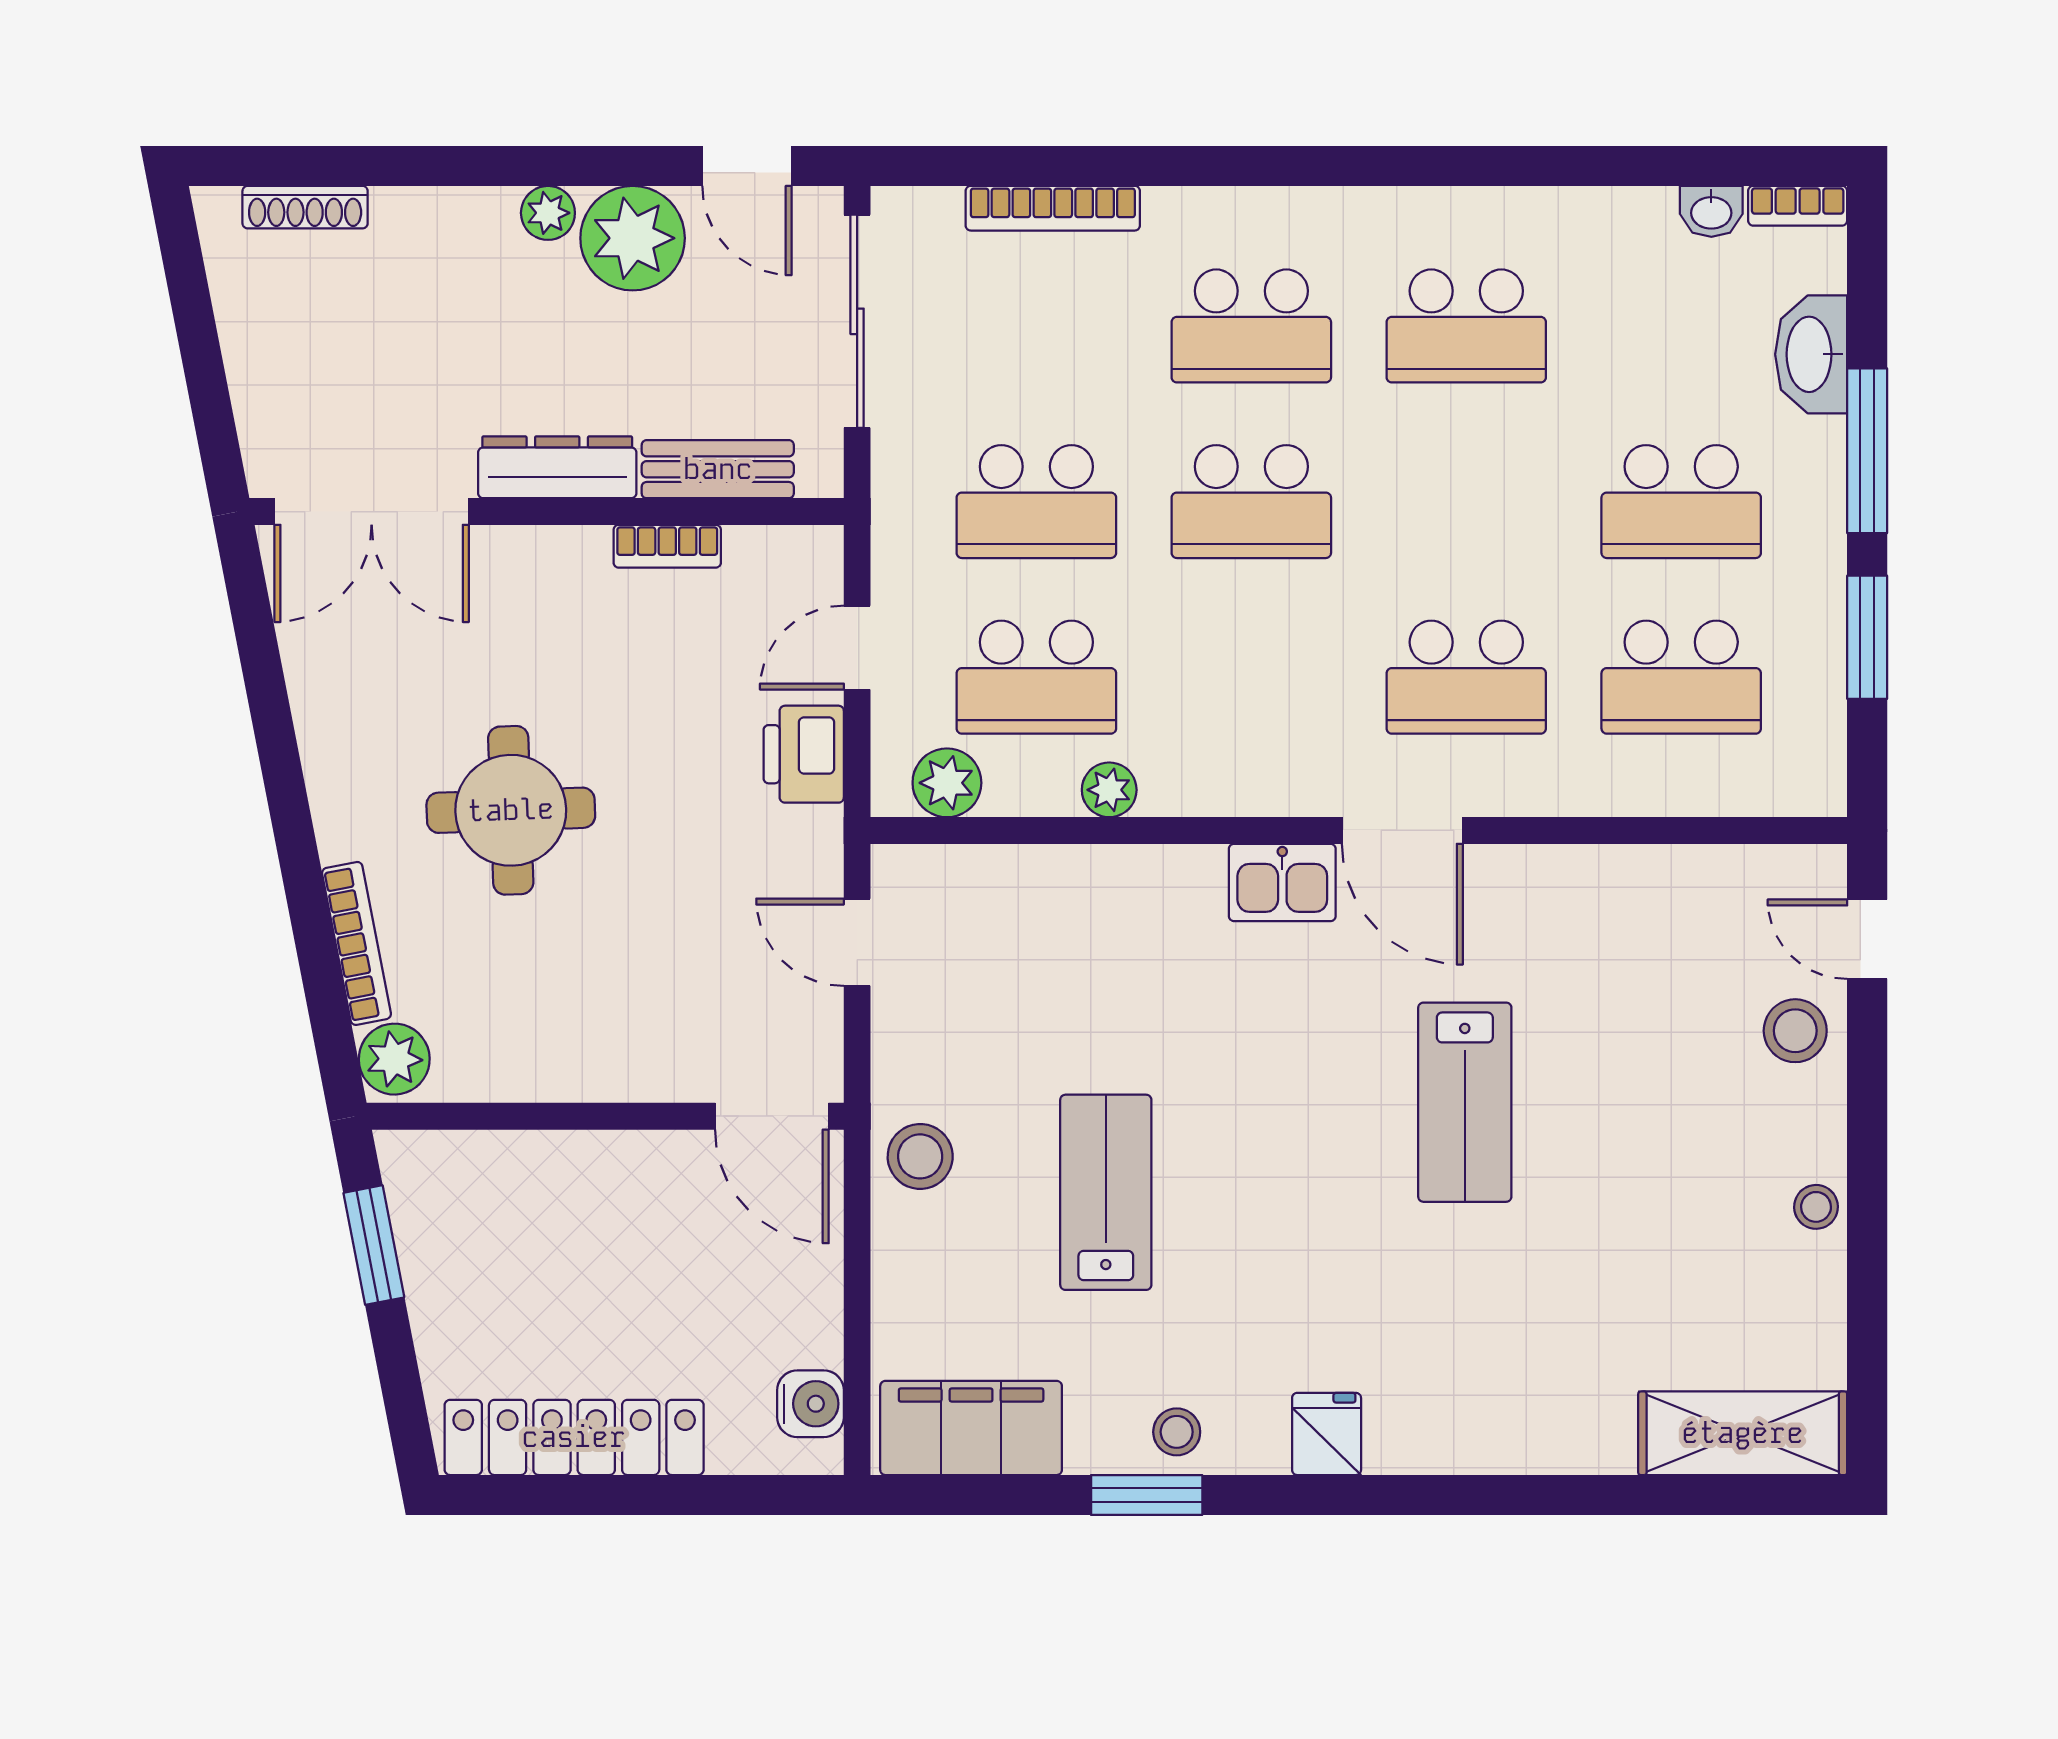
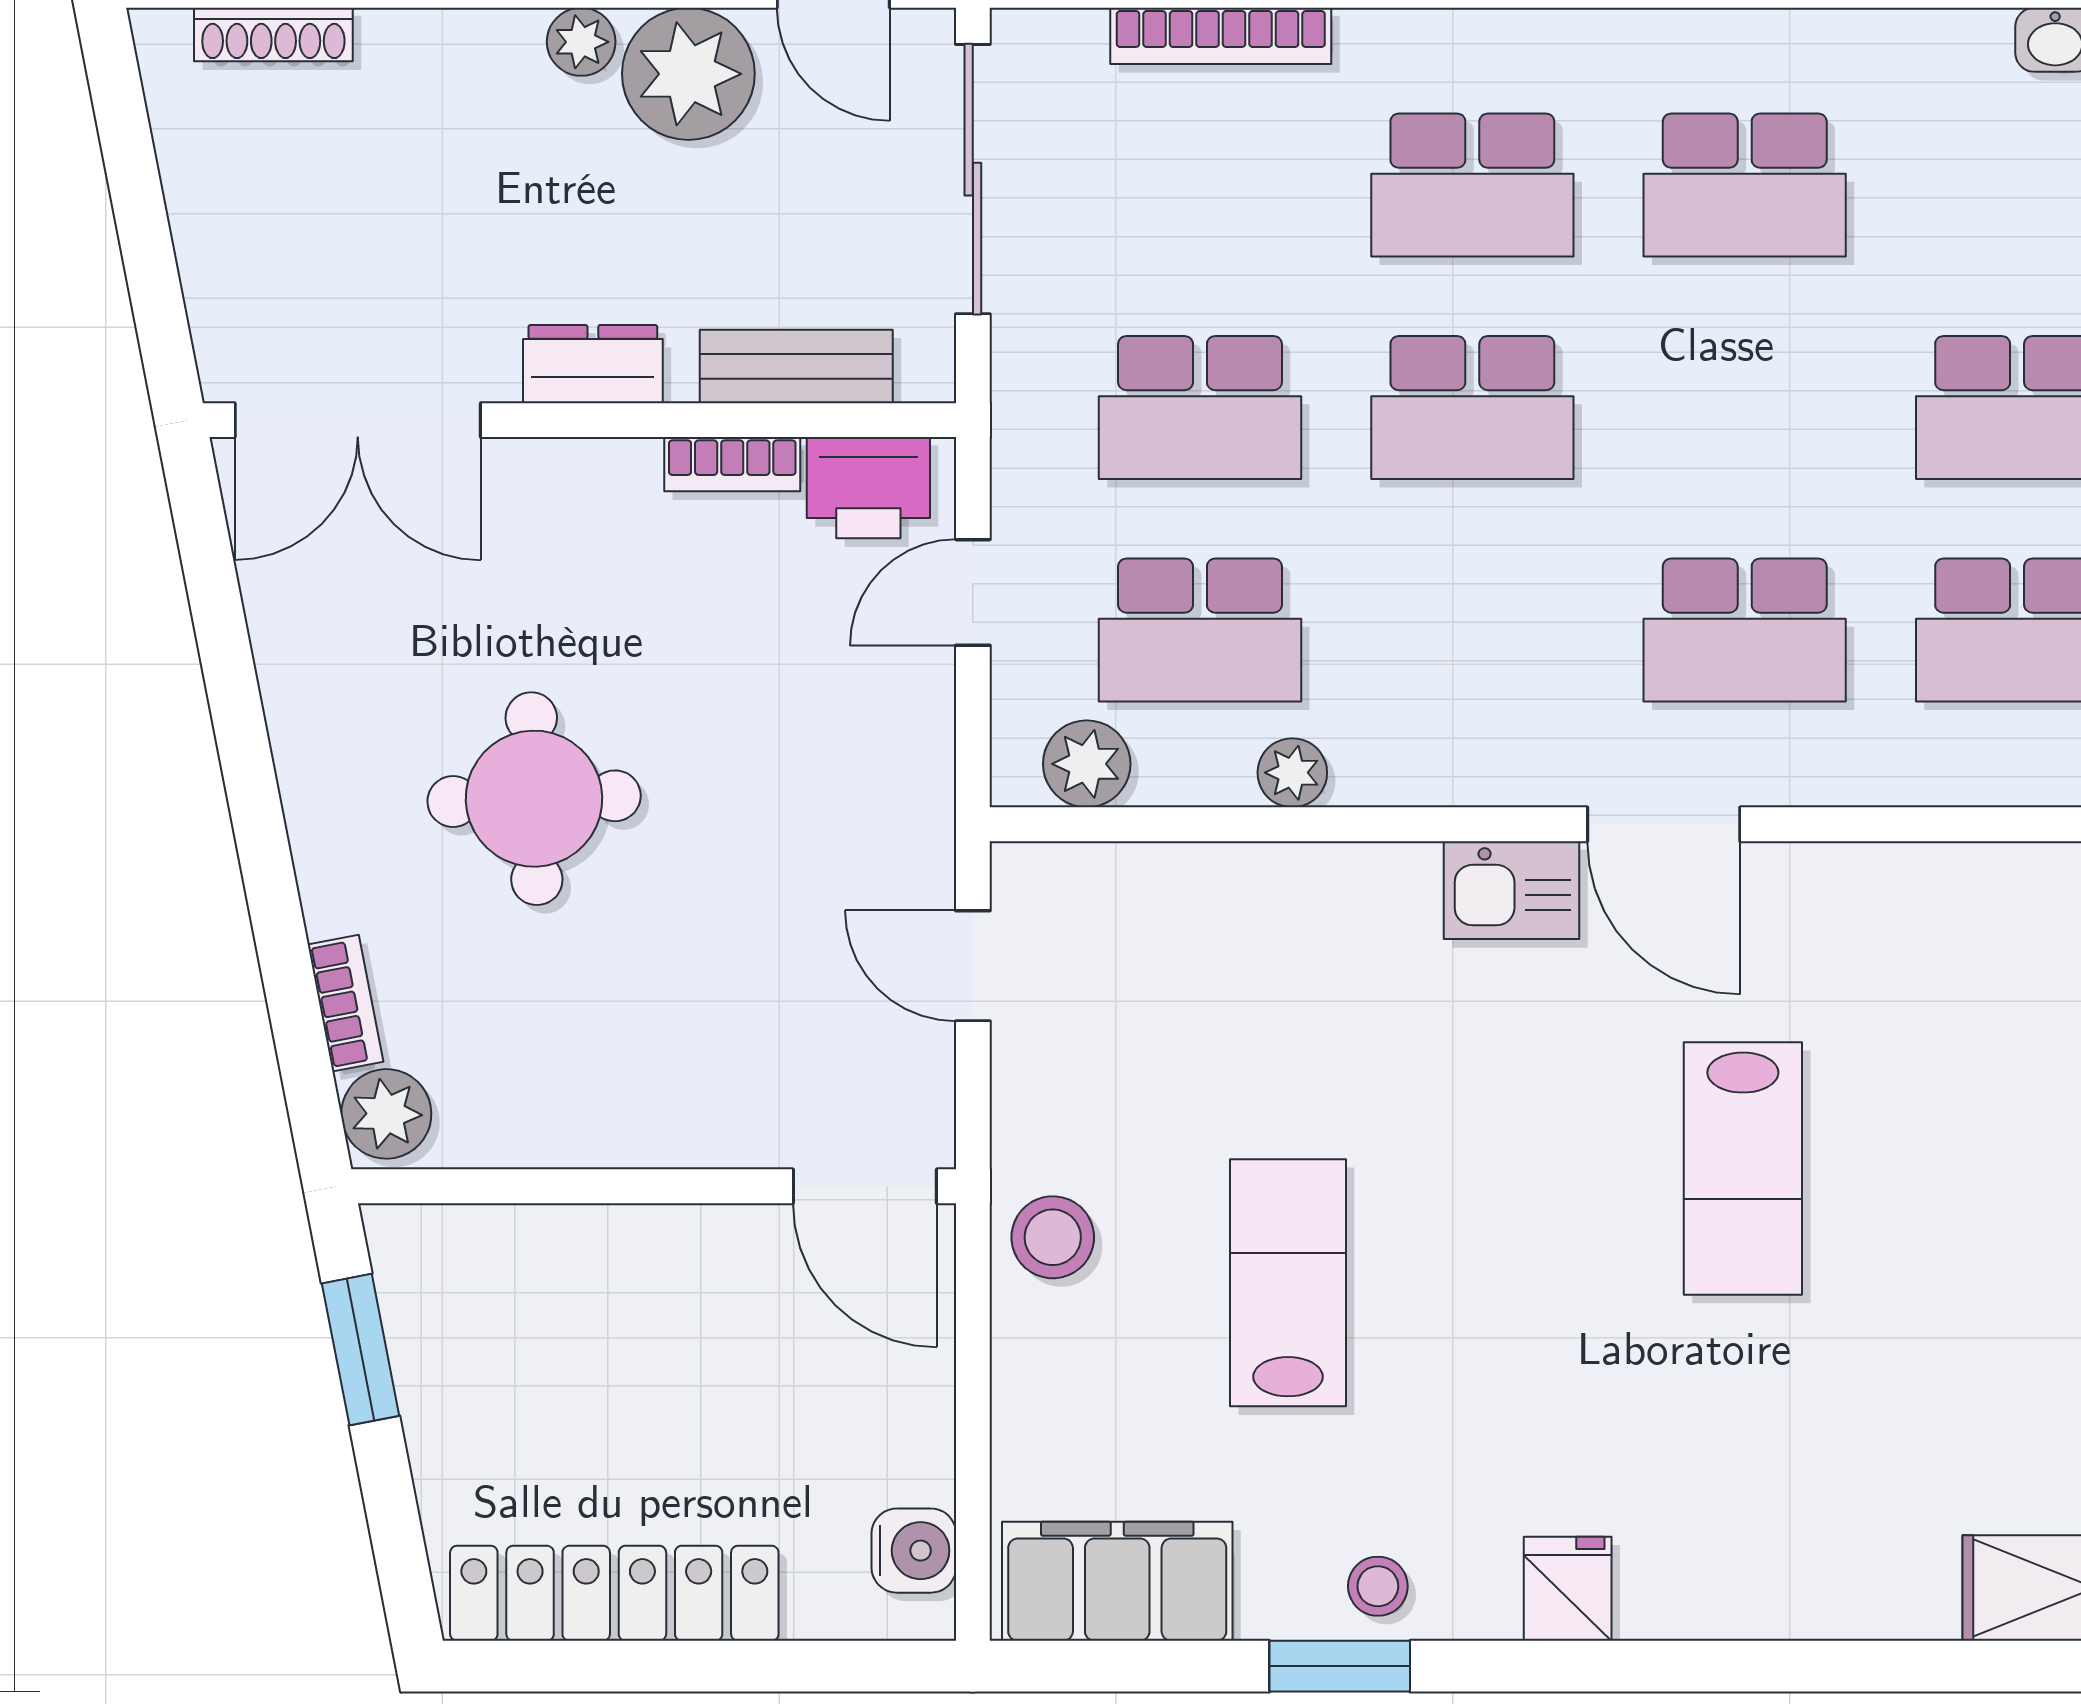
dresser: (557, 467) -> (593, 364), width x0.70
printer: (804, 754) -> (868, 488), moved, turned -90
bookcase: (357, 943) -> (346, 1003), width x0.64

